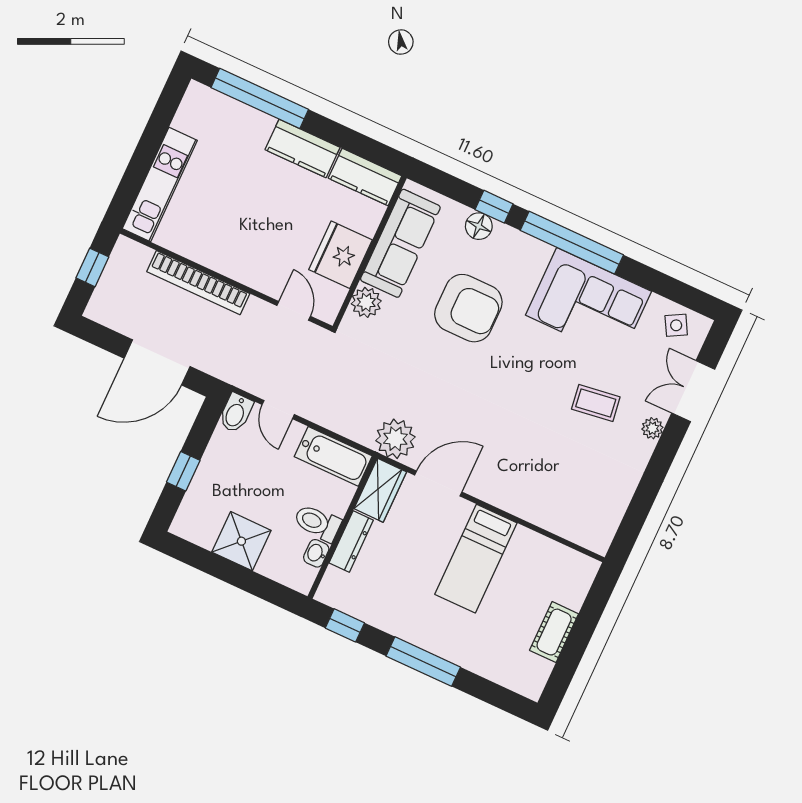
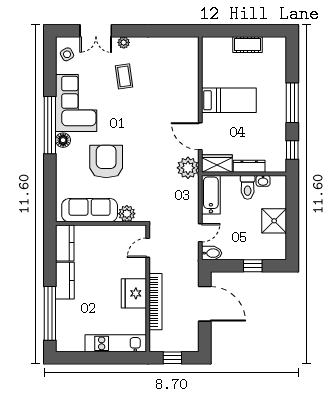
window: (494, 207) -> (50, 172), removed
floor lamp: (479, 226) -> (63, 140), moved
fridge: (340, 255) -> (134, 293), moved, turned 90

